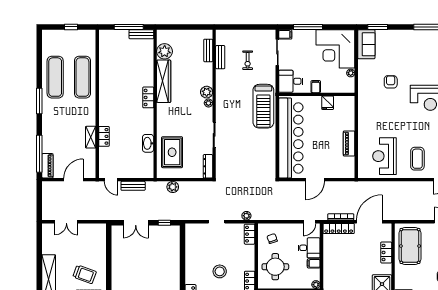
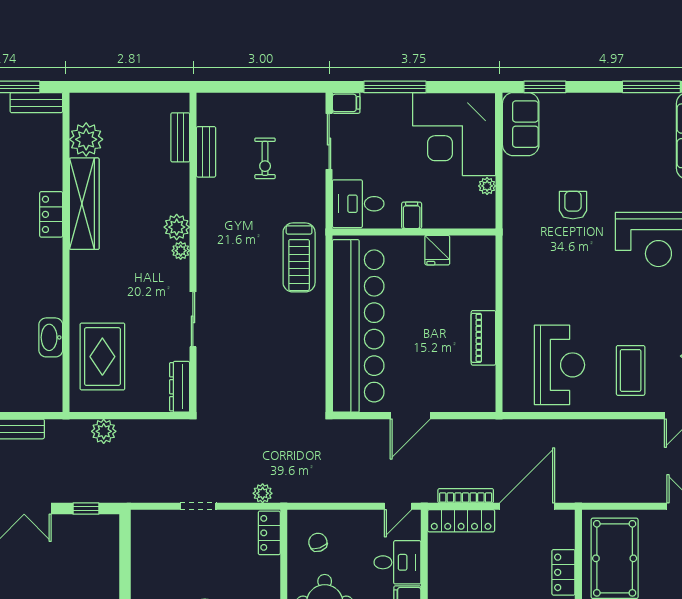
locker: (148, 97) -> (51, 214), moved
treadmill: (263, 106) -> (299, 257), width x0.73, depth x0.73
reception desk: (384, 156) -> (560, 365), turned 180

